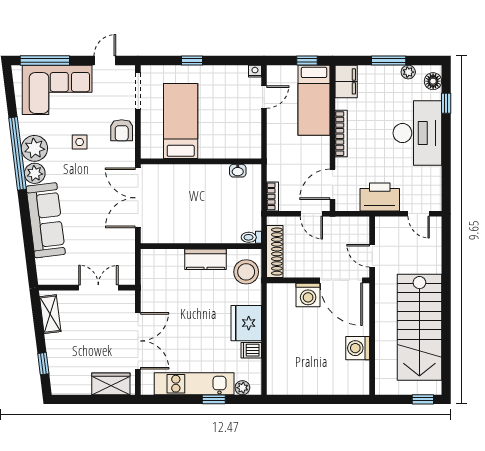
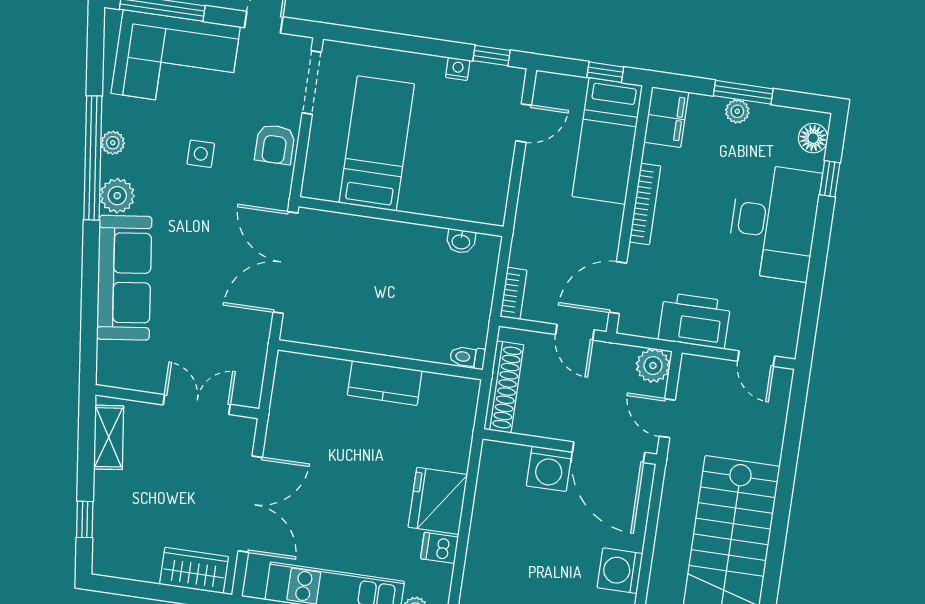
window: (192, 60) -> (491, 56), moved
nightstand: (255, 71) -> (458, 69), moved
plant: (408, 72) -> (737, 111), moved
plant: (34, 148) -> (113, 143), width x0.53, depth x0.53
plant: (359, 226) -> (653, 366), added
stool: (246, 272) -> (450, 414), removed

